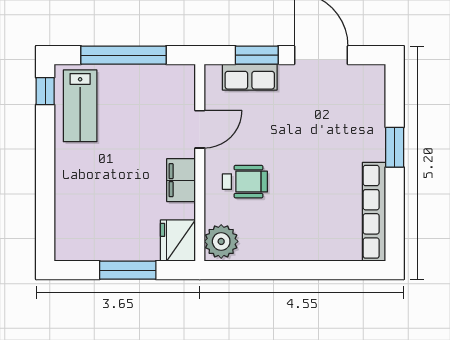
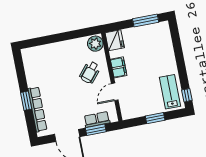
window: (123, 55) -> (155, 118), width x0.47
wheelchair: (245, 182) -> (90, 72), turned -50
row of seats: (374, 212) -> (37, 109), moved
window: (128, 270) -> (146, 20), moved

